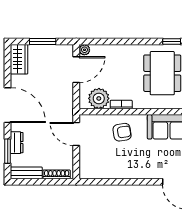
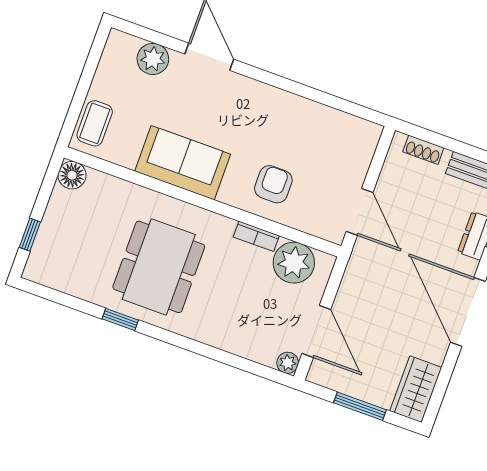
door: (76, 70) -> (316, 331), swing flipped
armchair: (122, 132) -> (273, 184), turned 99
shoe rack: (57, 174) -> (423, 150), width x0.70

